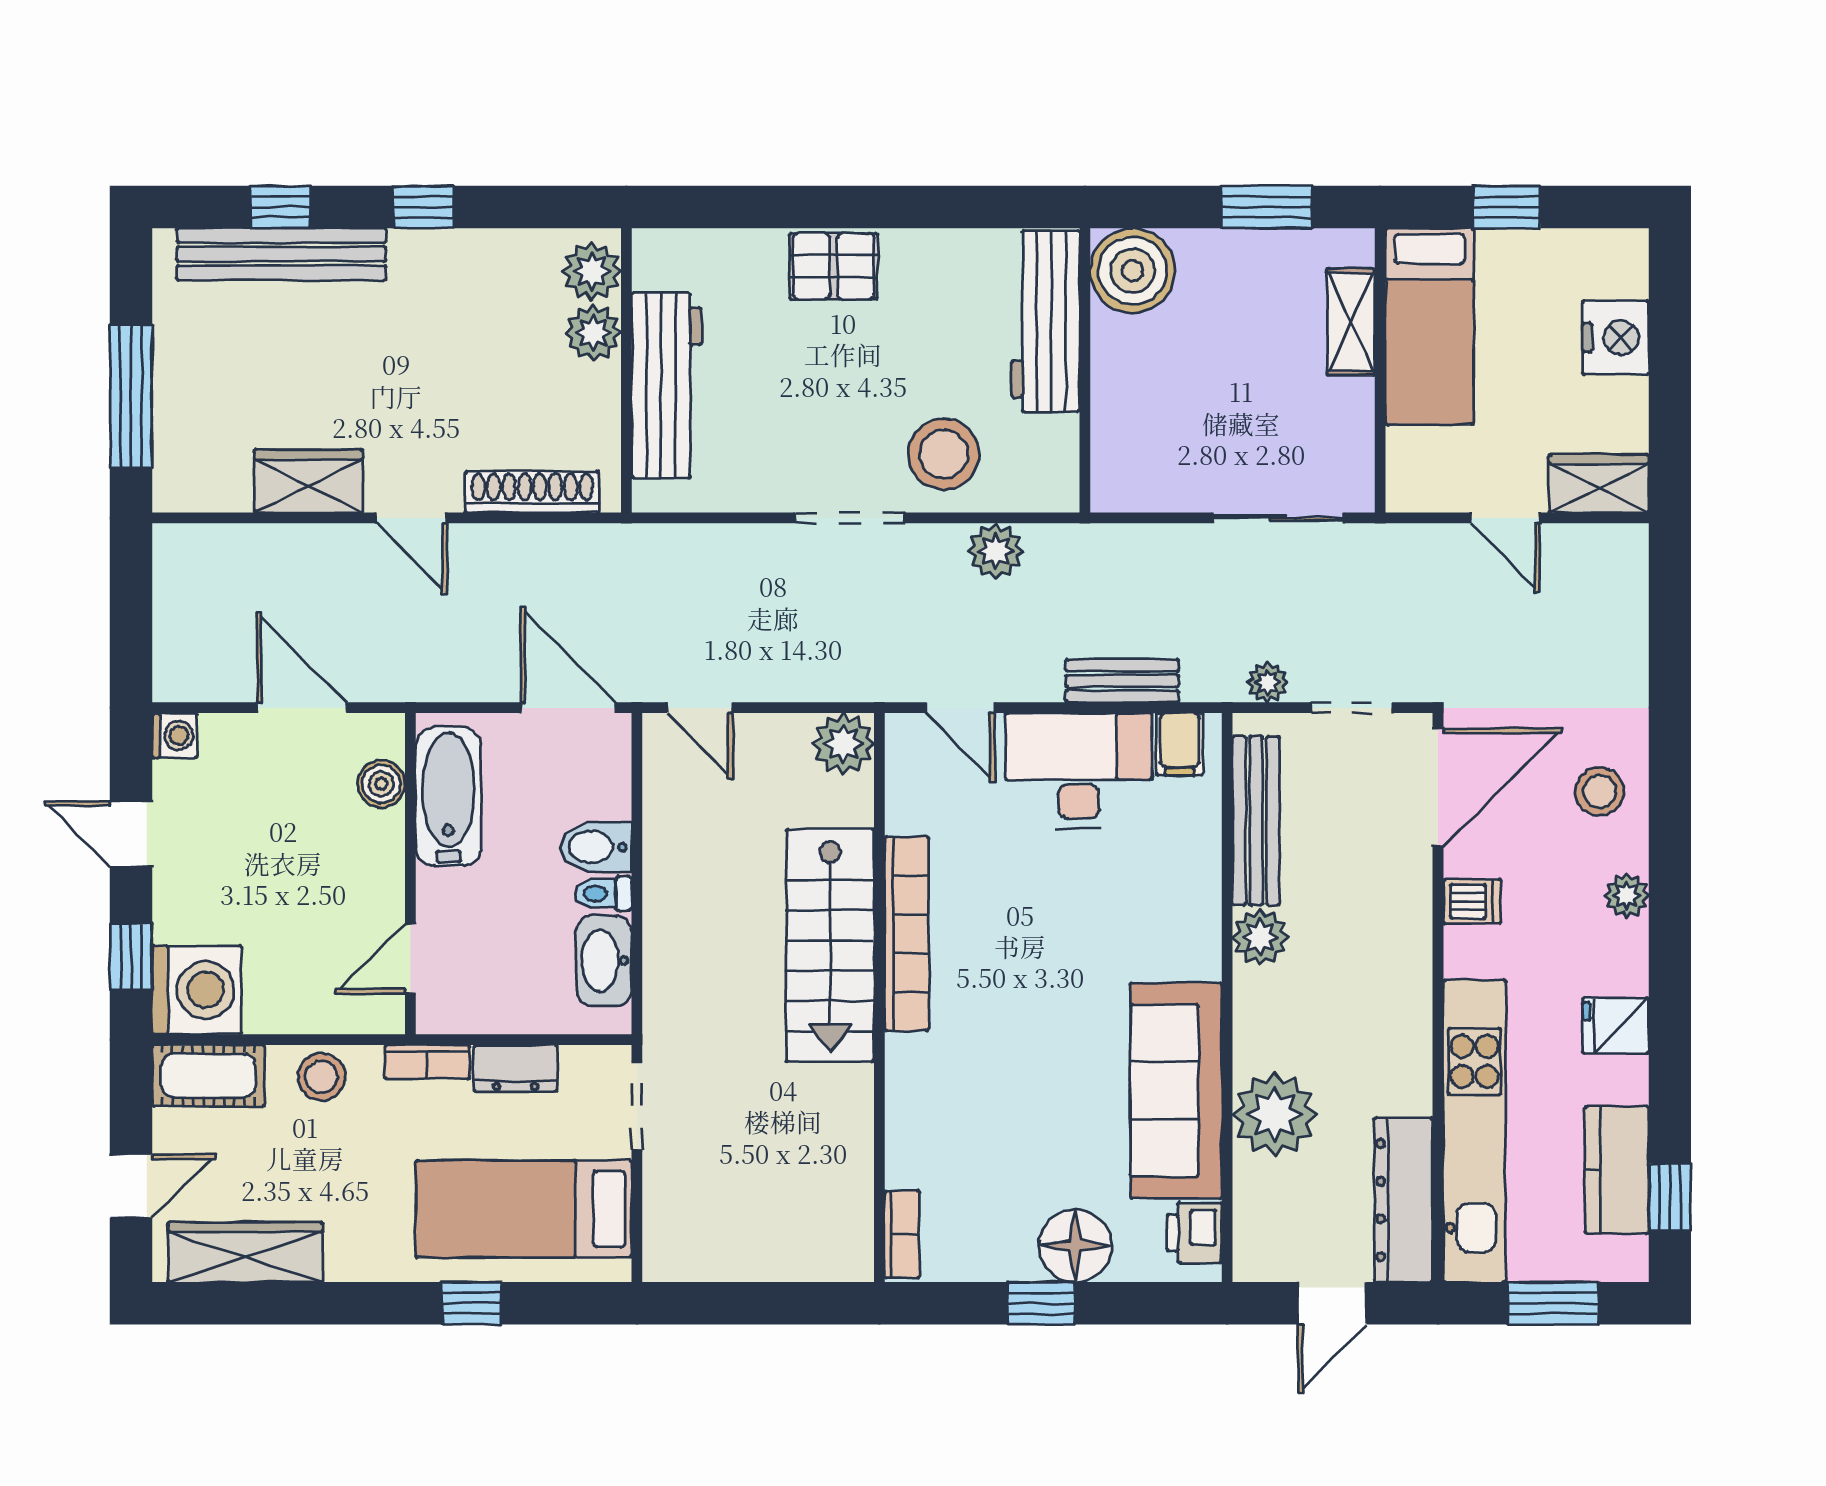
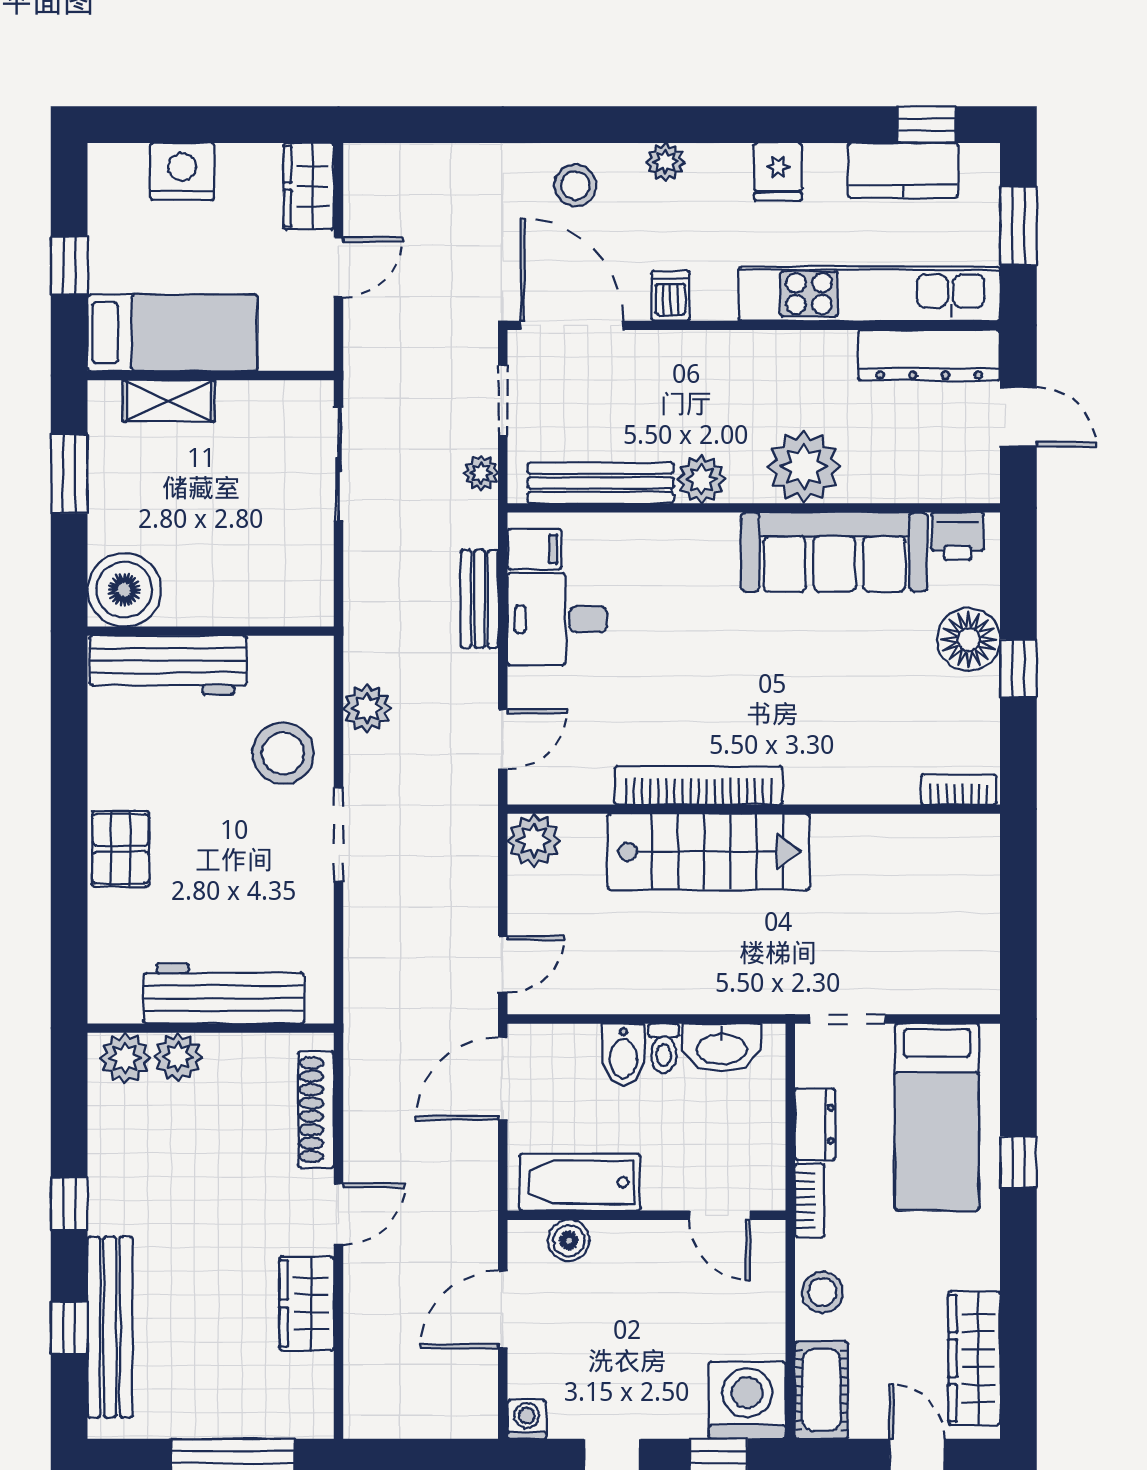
desk: (1079, 770) -> (557, 619), width x0.73
plant: (1275, 1115) -> (804, 467), moved

